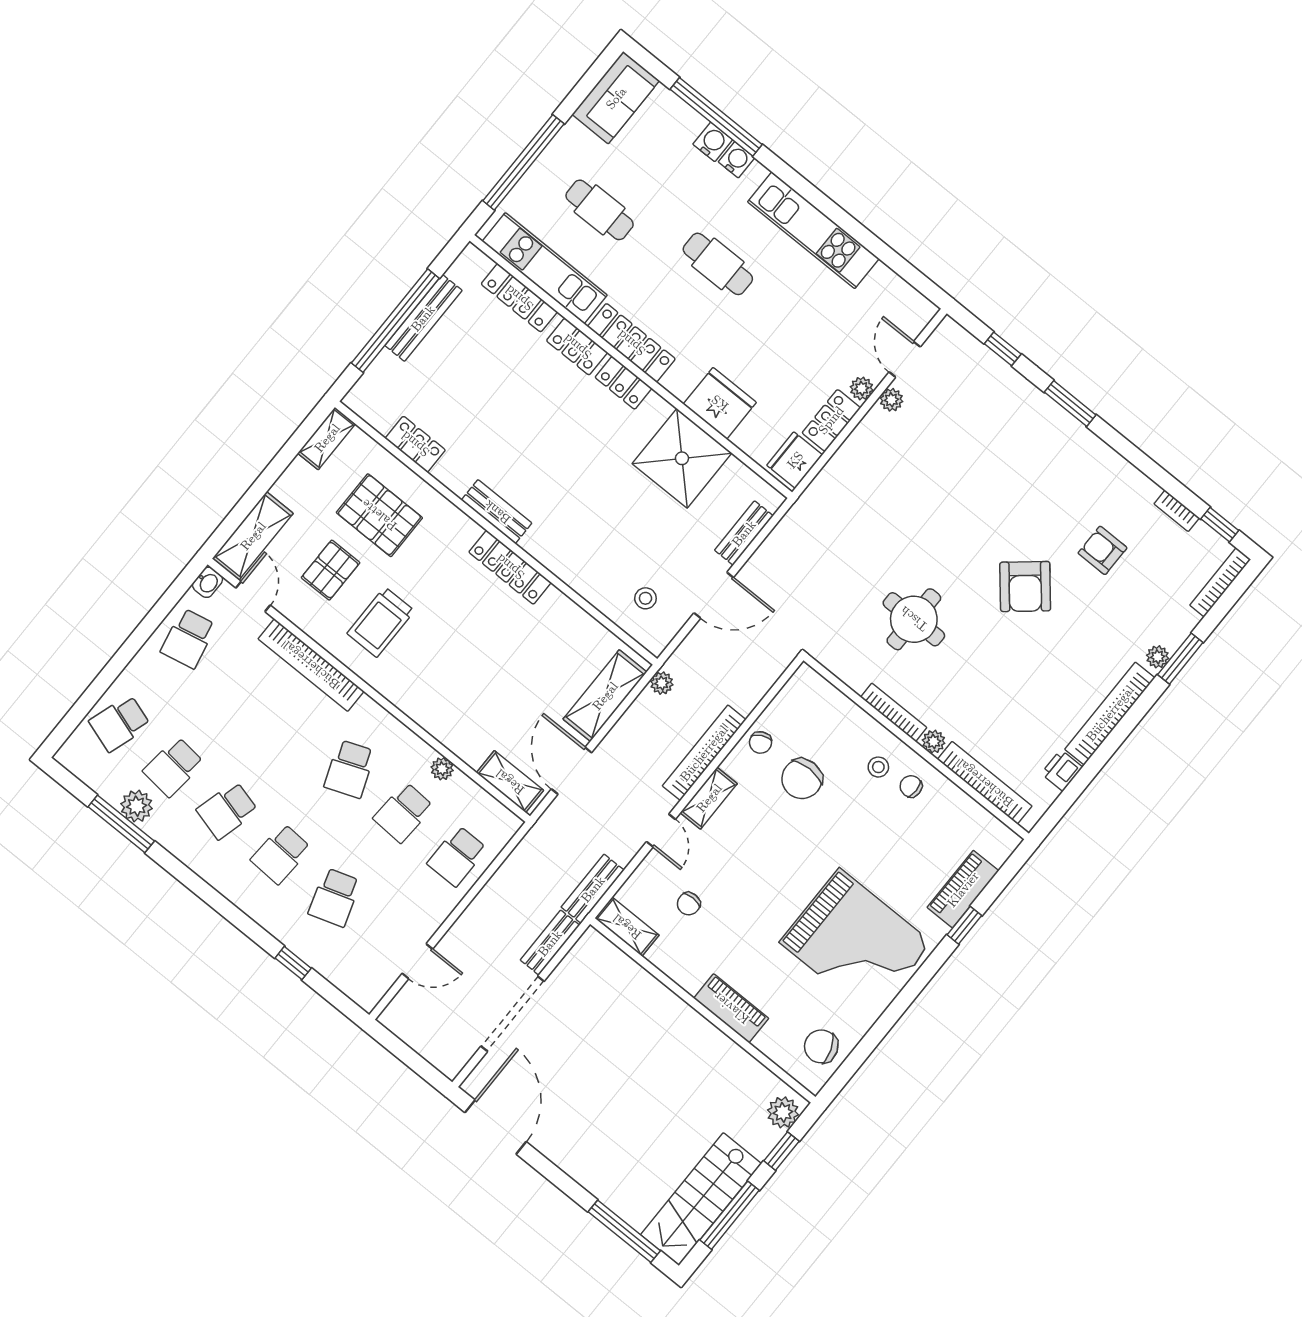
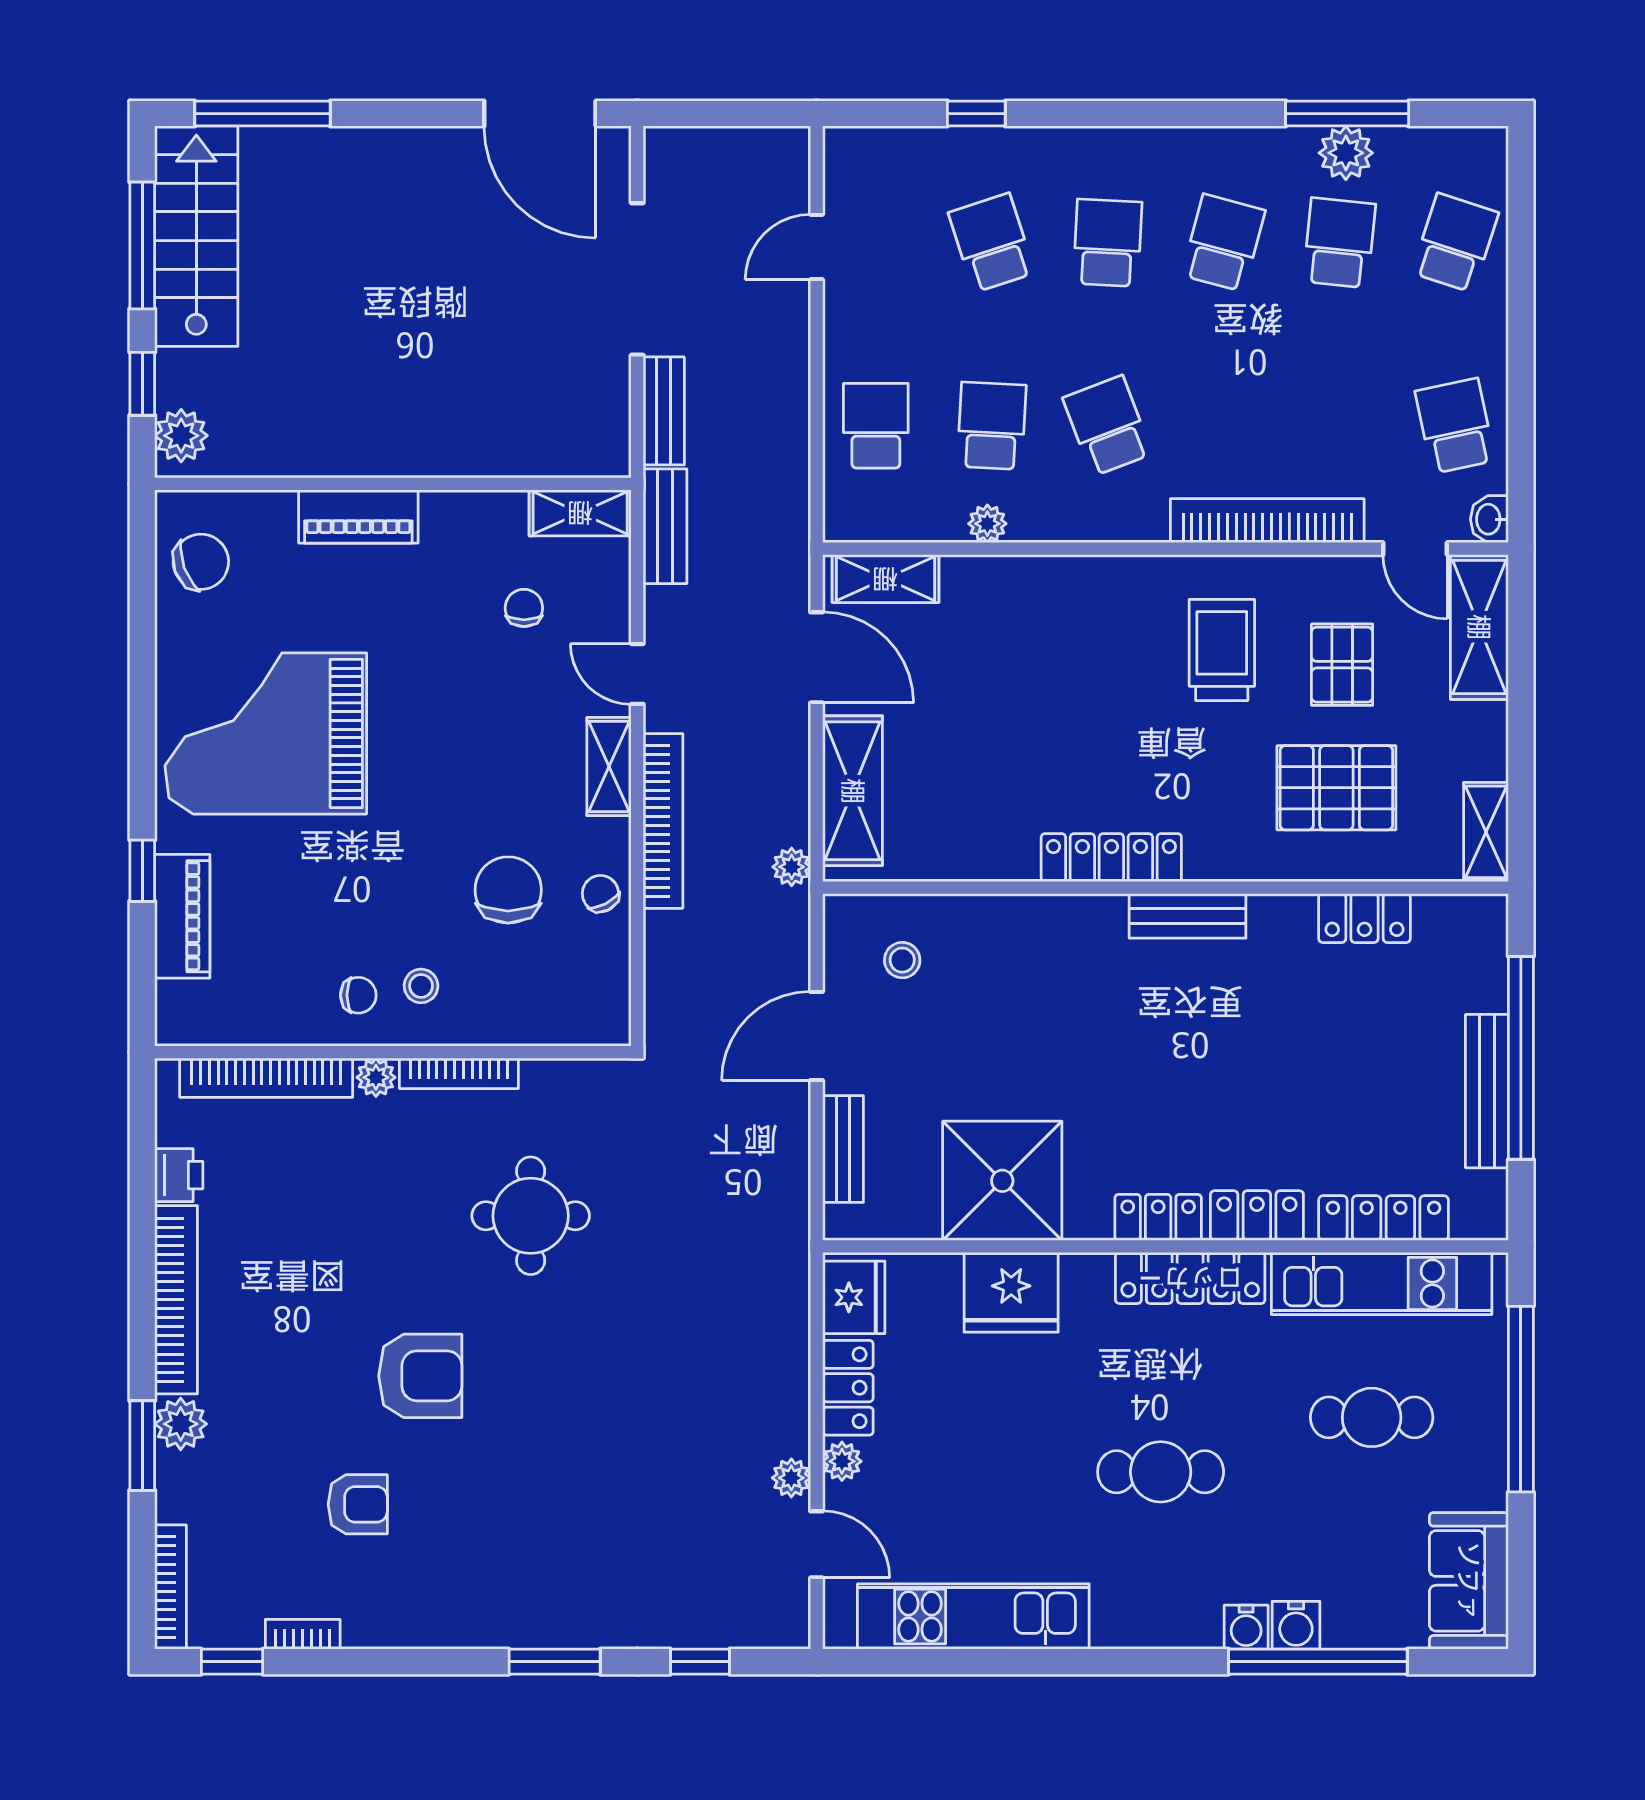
kitchen unit: (813, 230) -> (973, 1616), moved
armchair: (1025, 587) -> (420, 1376), turned 130
plant: (1158, 657) -> (181, 1424), width x1.38, depth x1.38

